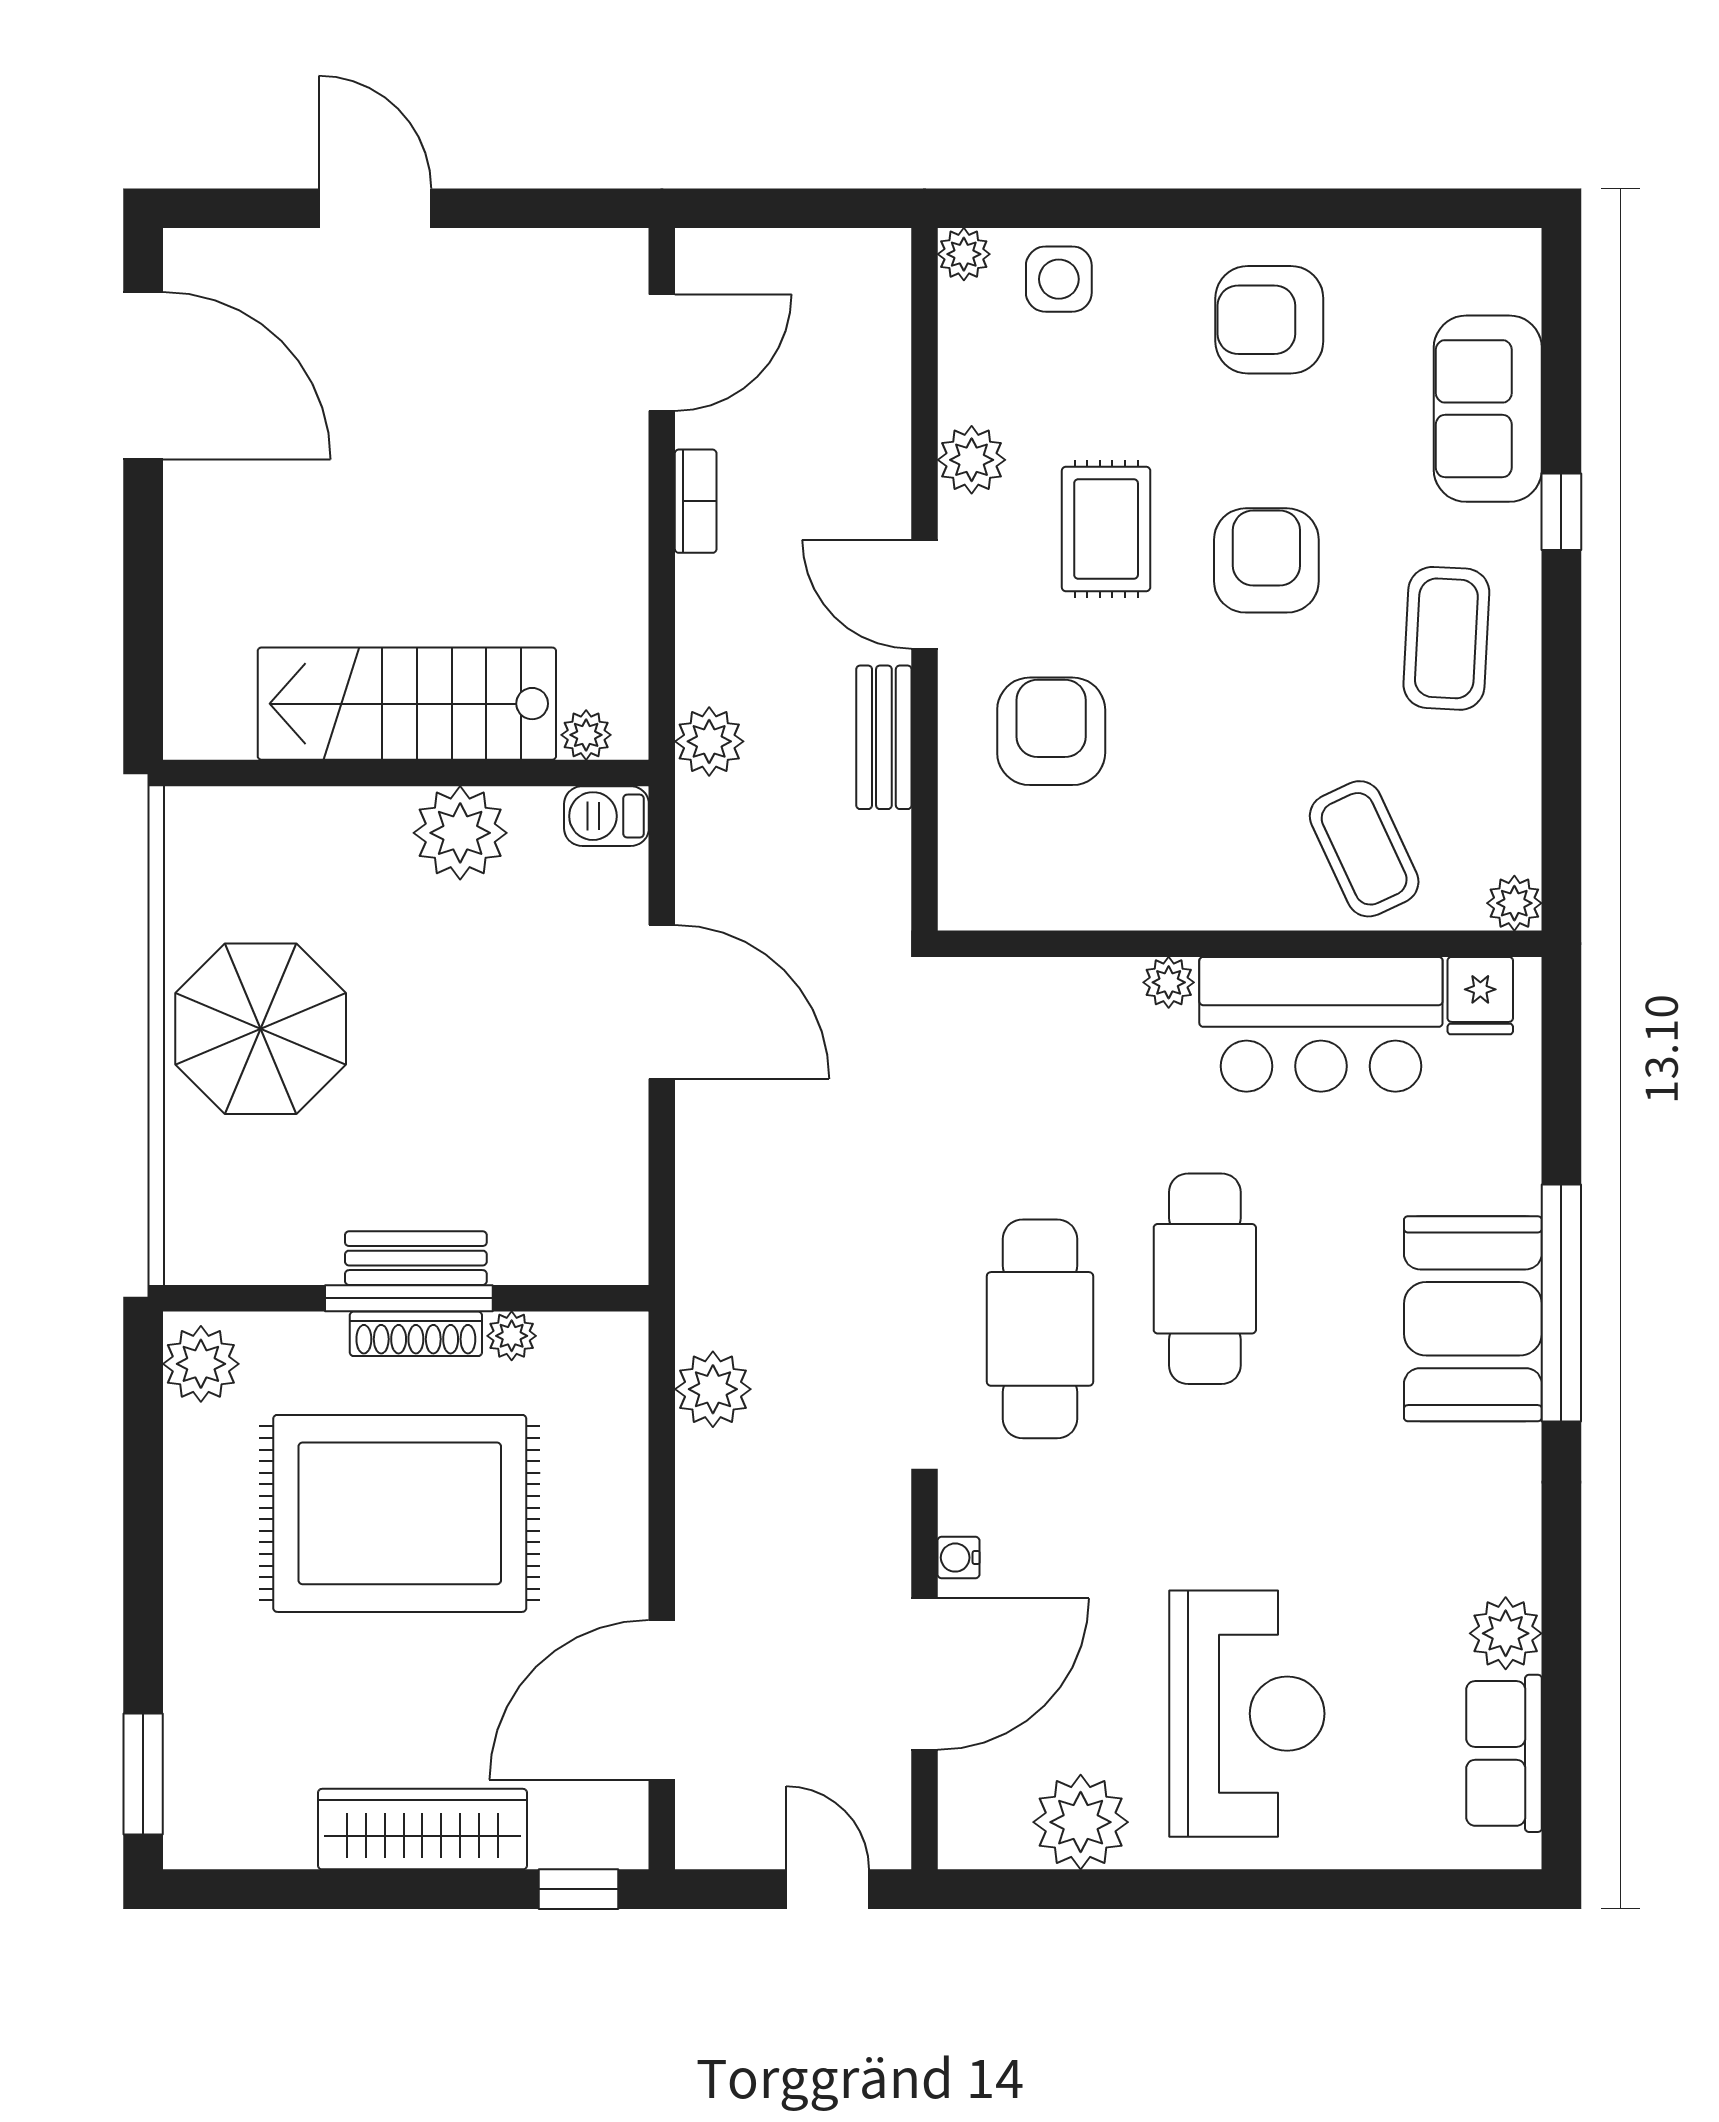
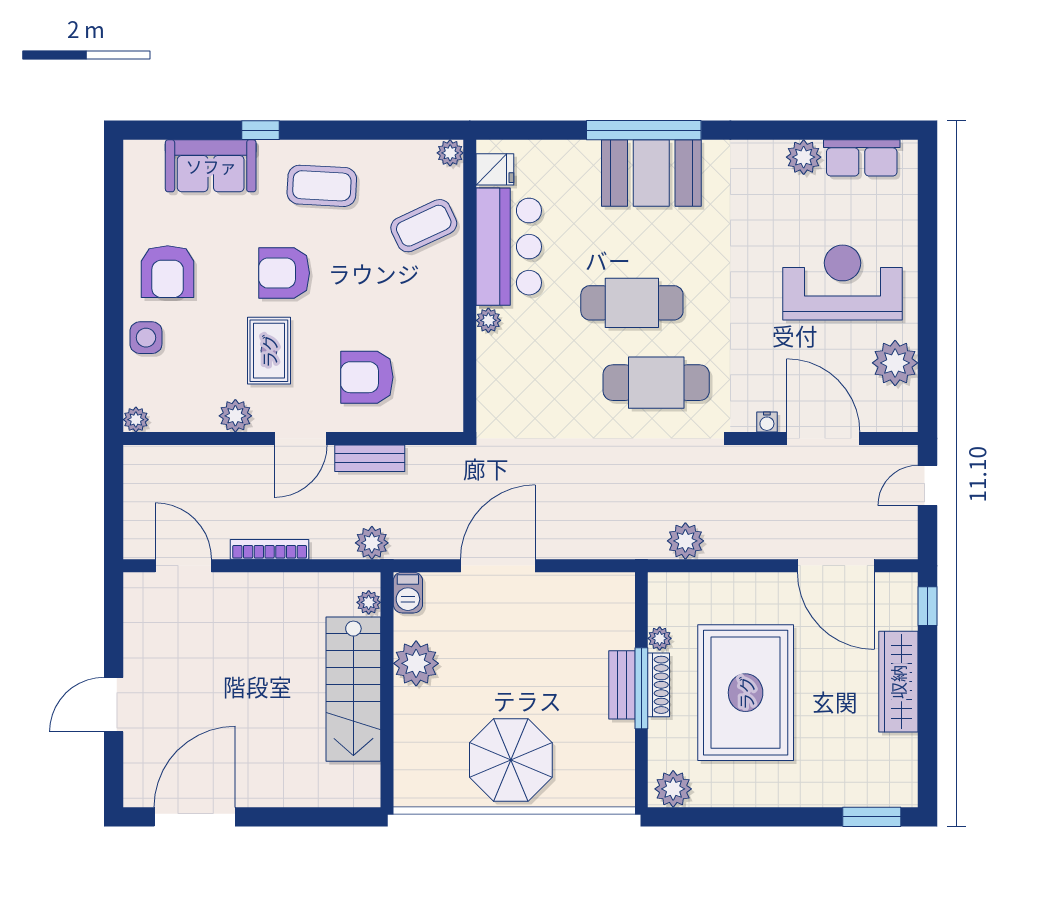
side table: (1059, 279) -> (146, 338), moved
bookcase: (696, 501) -> (270, 549), width x1.56
rug: (1106, 529) -> (269, 351), turned 90

